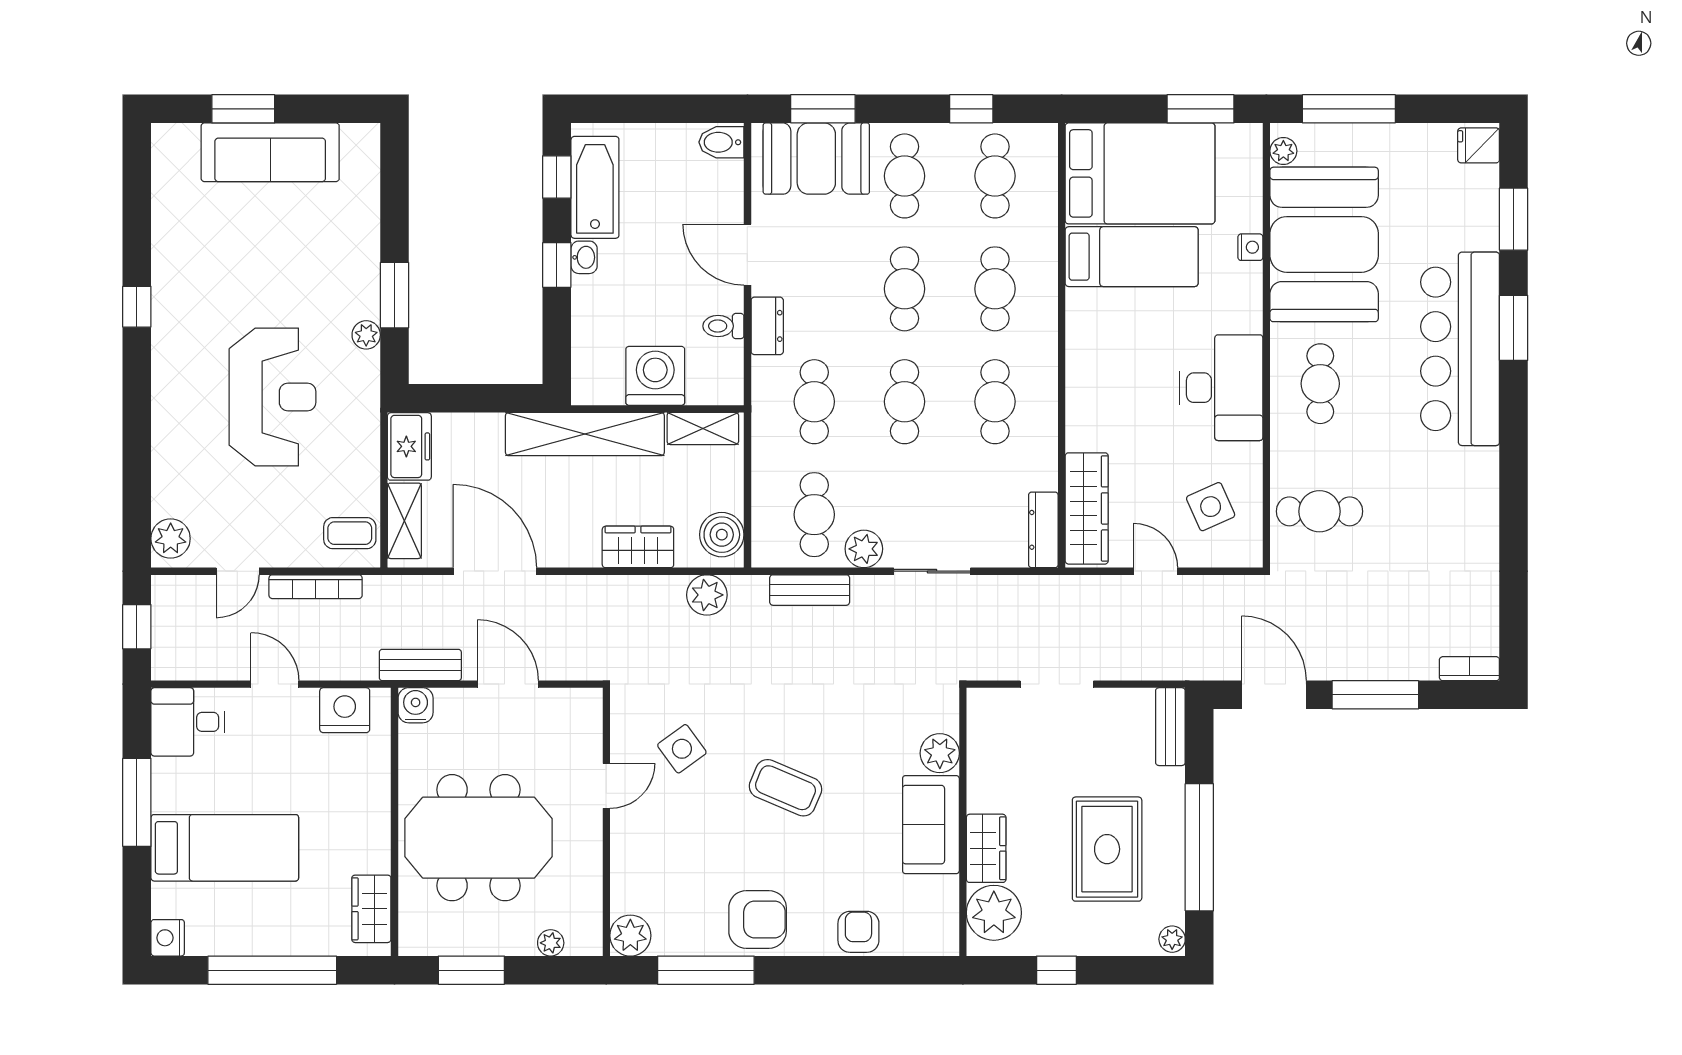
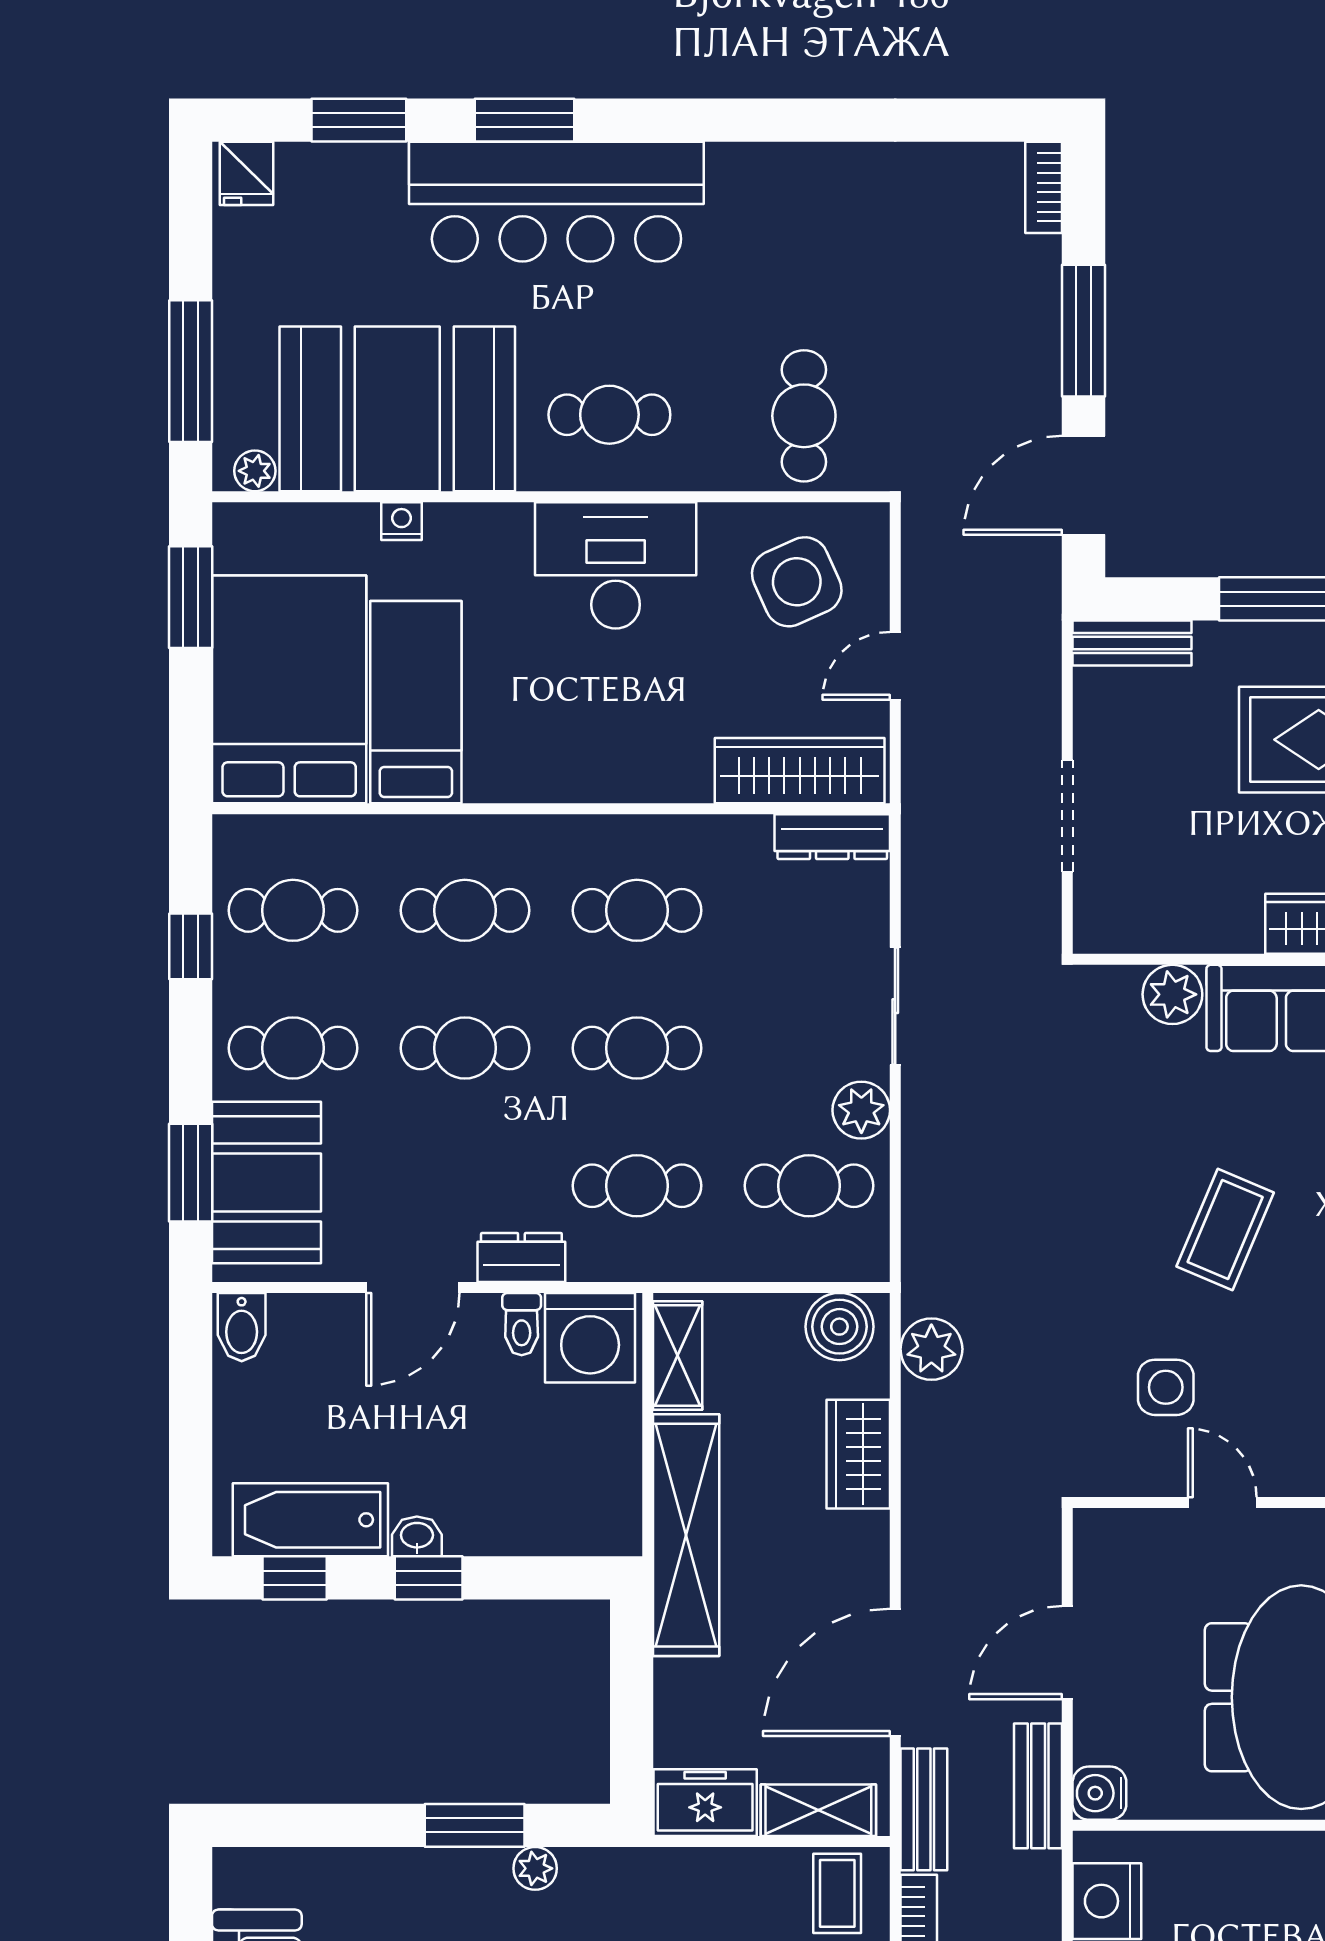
washing machine: (655, 376) -> (590, 1338), moved, turned -90
side table: (1211, 507) -> (797, 582), width x1.37, depth x1.37
bench: (810, 590) -> (924, 1809), moved
side table: (682, 749) -> (1166, 1387), turned 36

